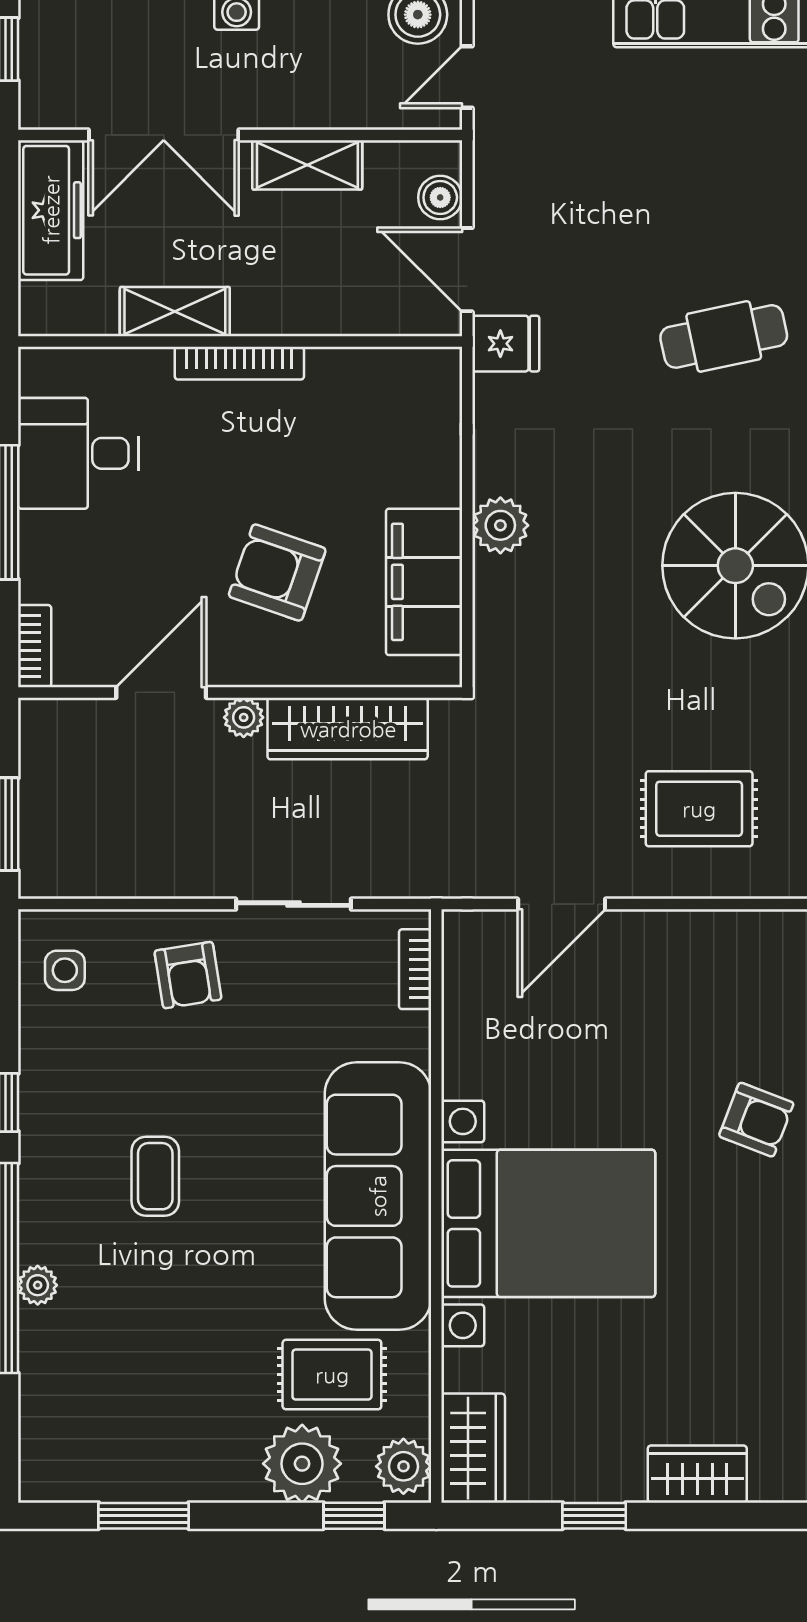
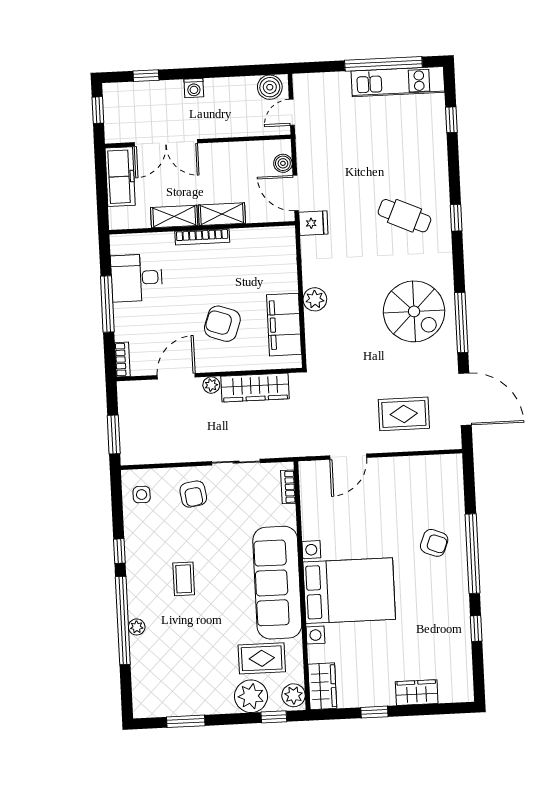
shelving: (307, 165) -> (222, 214), moved
cafe table: (724, 336) -> (404, 216), turned 36

